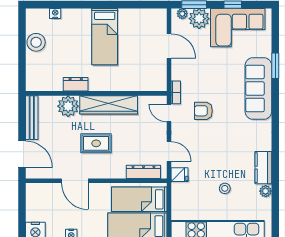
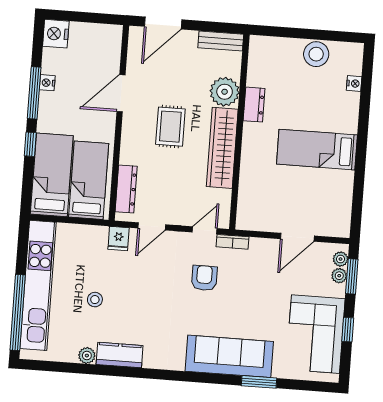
plant: (199, 19) -> (339, 276), width x0.53, depth x0.53
bench: (32, 118) -> (221, 41), width x0.73

